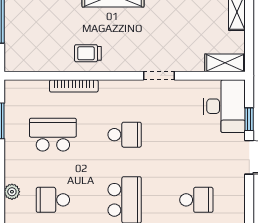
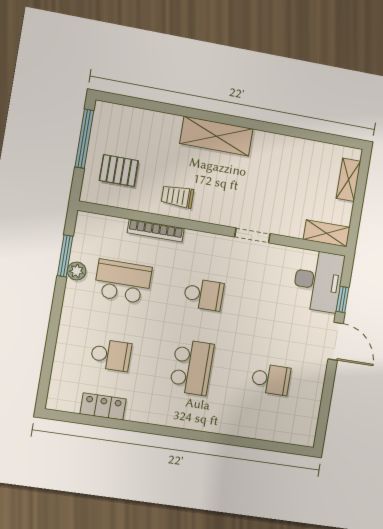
pallet: (34, 40) -> (119, 171), added
plant: (12, 192) -> (77, 271), moved
school desk: (53, 200) -> (111, 355), turned 180

